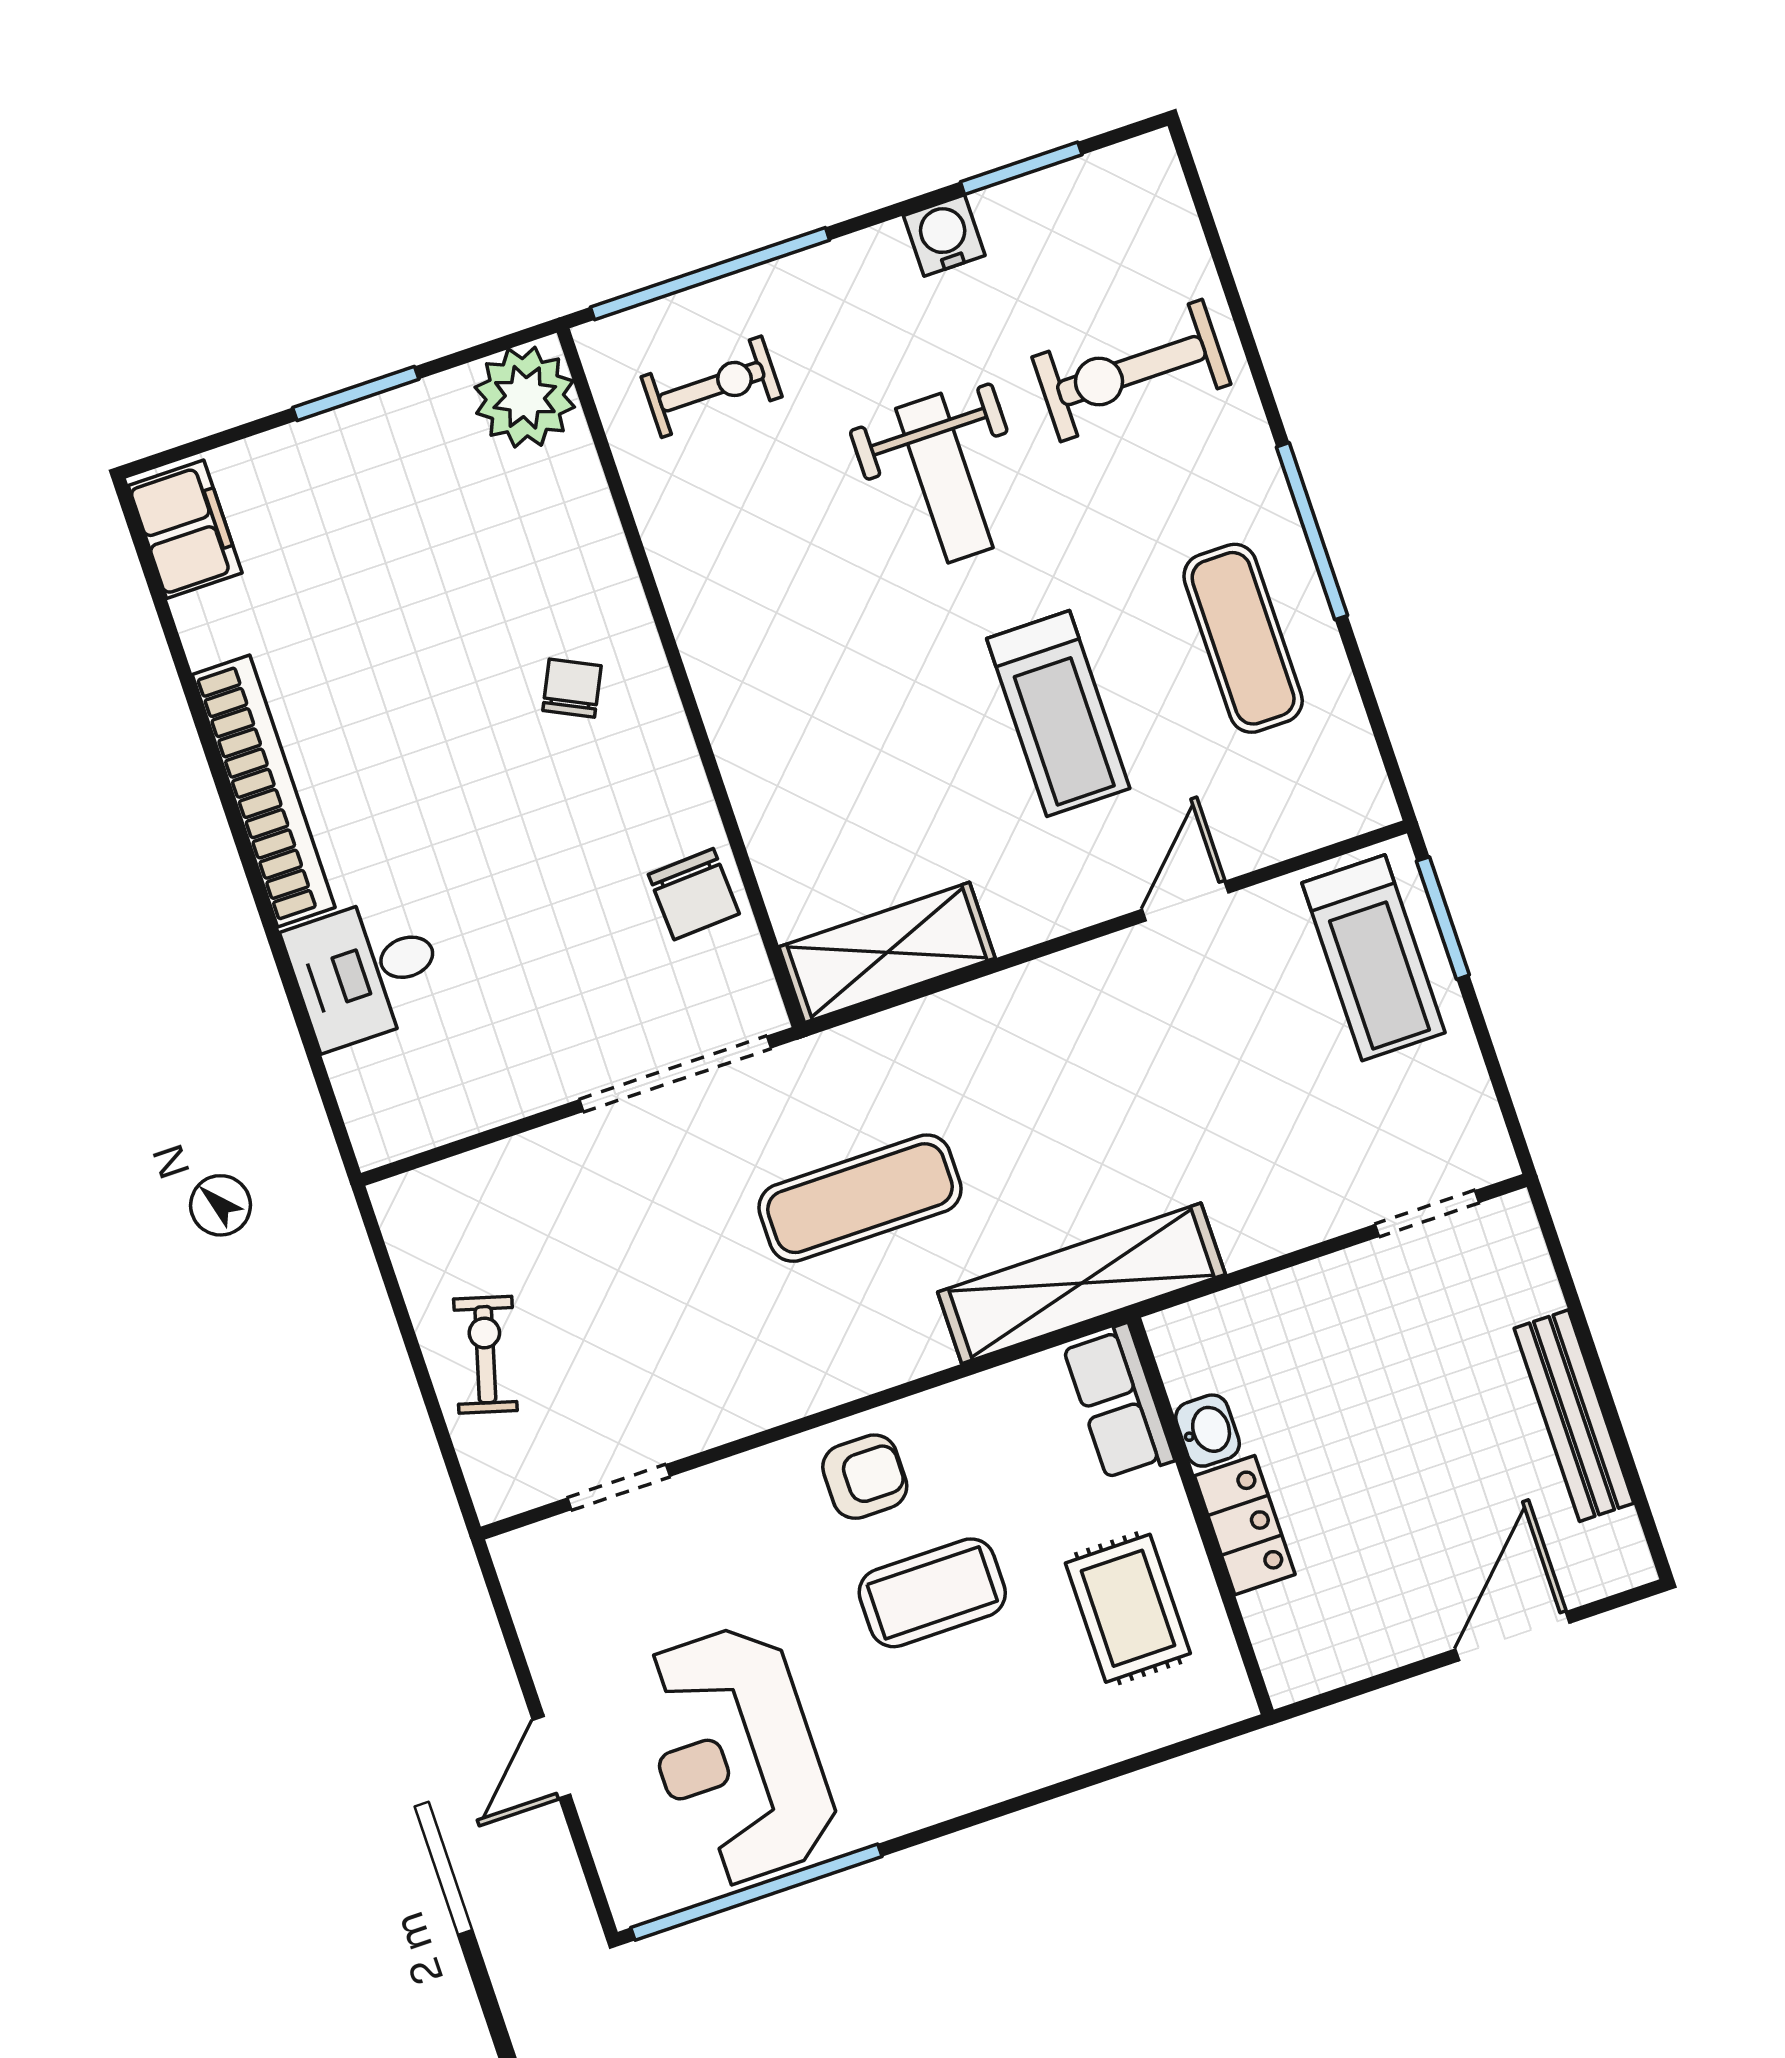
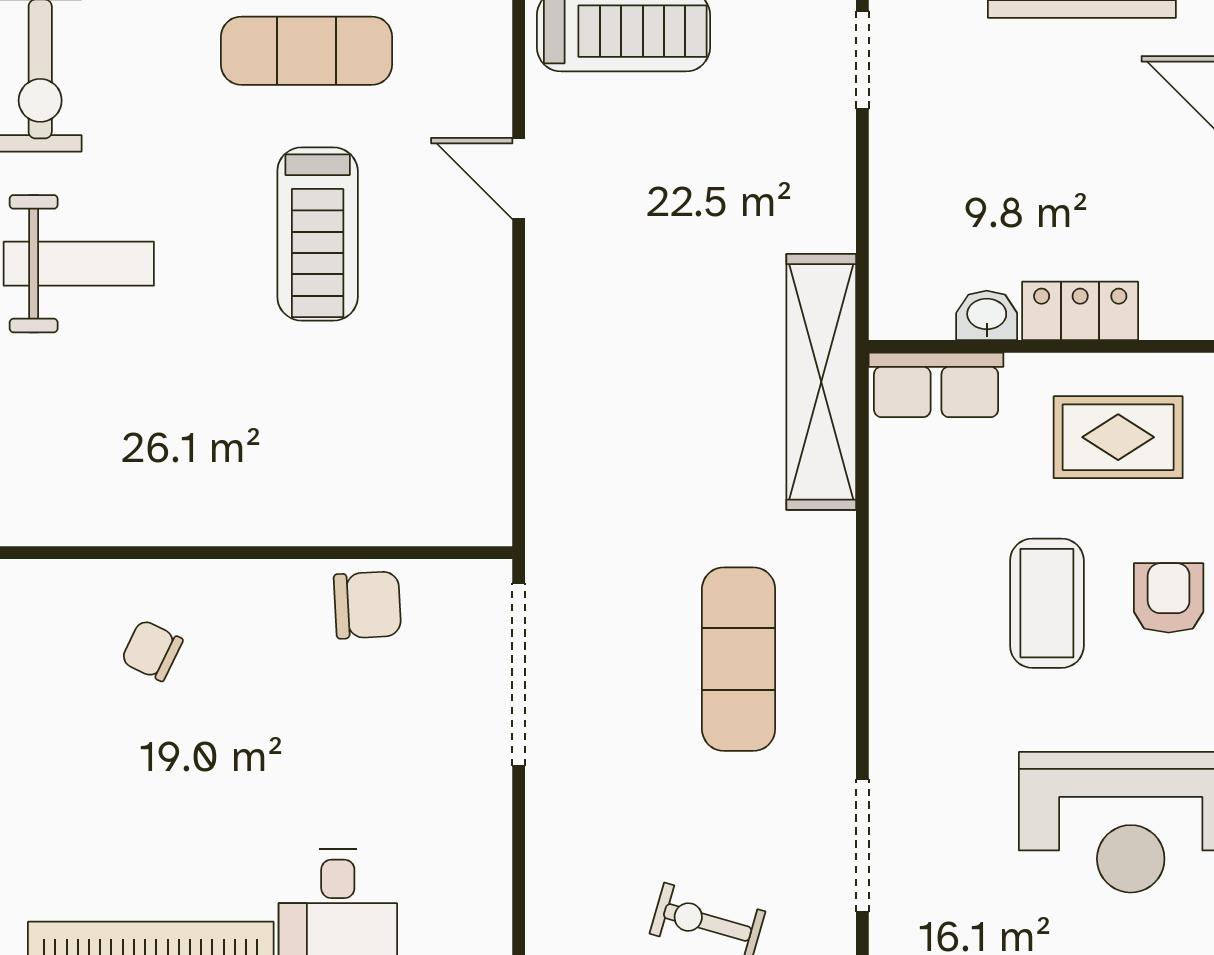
treadmill: (1058, 714) -> (318, 234), turned 90
shelving: (887, 952) -> (475, 454), removed
exercise mat: (860, 1198) -> (739, 659), moved
armchair: (865, 1477) -> (1169, 598), moved
doorway: (619, 1487) -> (862, 846), width x1.38

